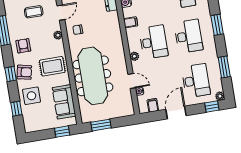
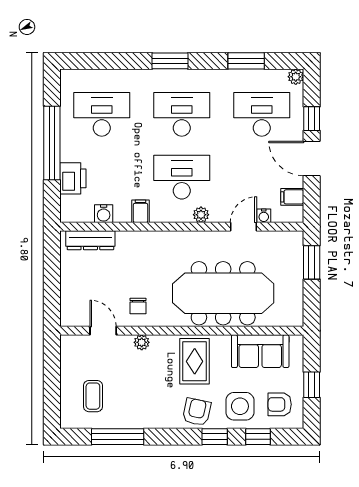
coffee table: (34, 12) -> (93, 396), moved
armchair: (23, 46) -> (280, 404), moved
window: (11, 74) -> (215, 437), moved
window: (212, 107) -> (312, 119), moved
window: (101, 125) -> (312, 262), moved
window: (62, 132) -> (312, 385), moved

